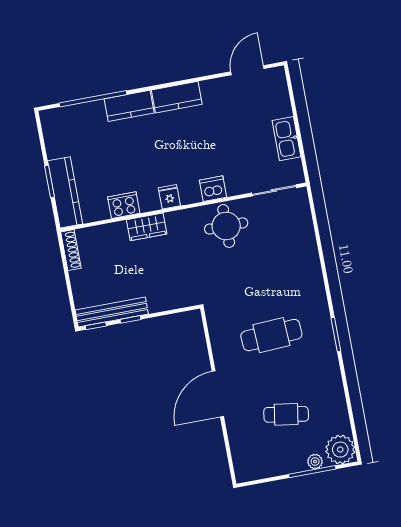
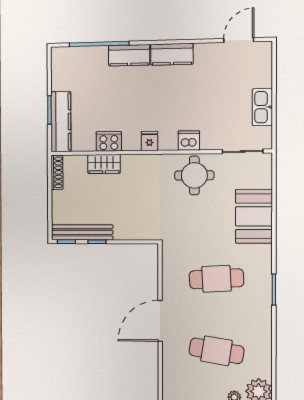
wardrobe: (147, 227) -> (104, 164), moved
booth: (299, 259) -> (254, 216), added
cafe table: (286, 414) -> (217, 351), width x1.37, depth x1.35

